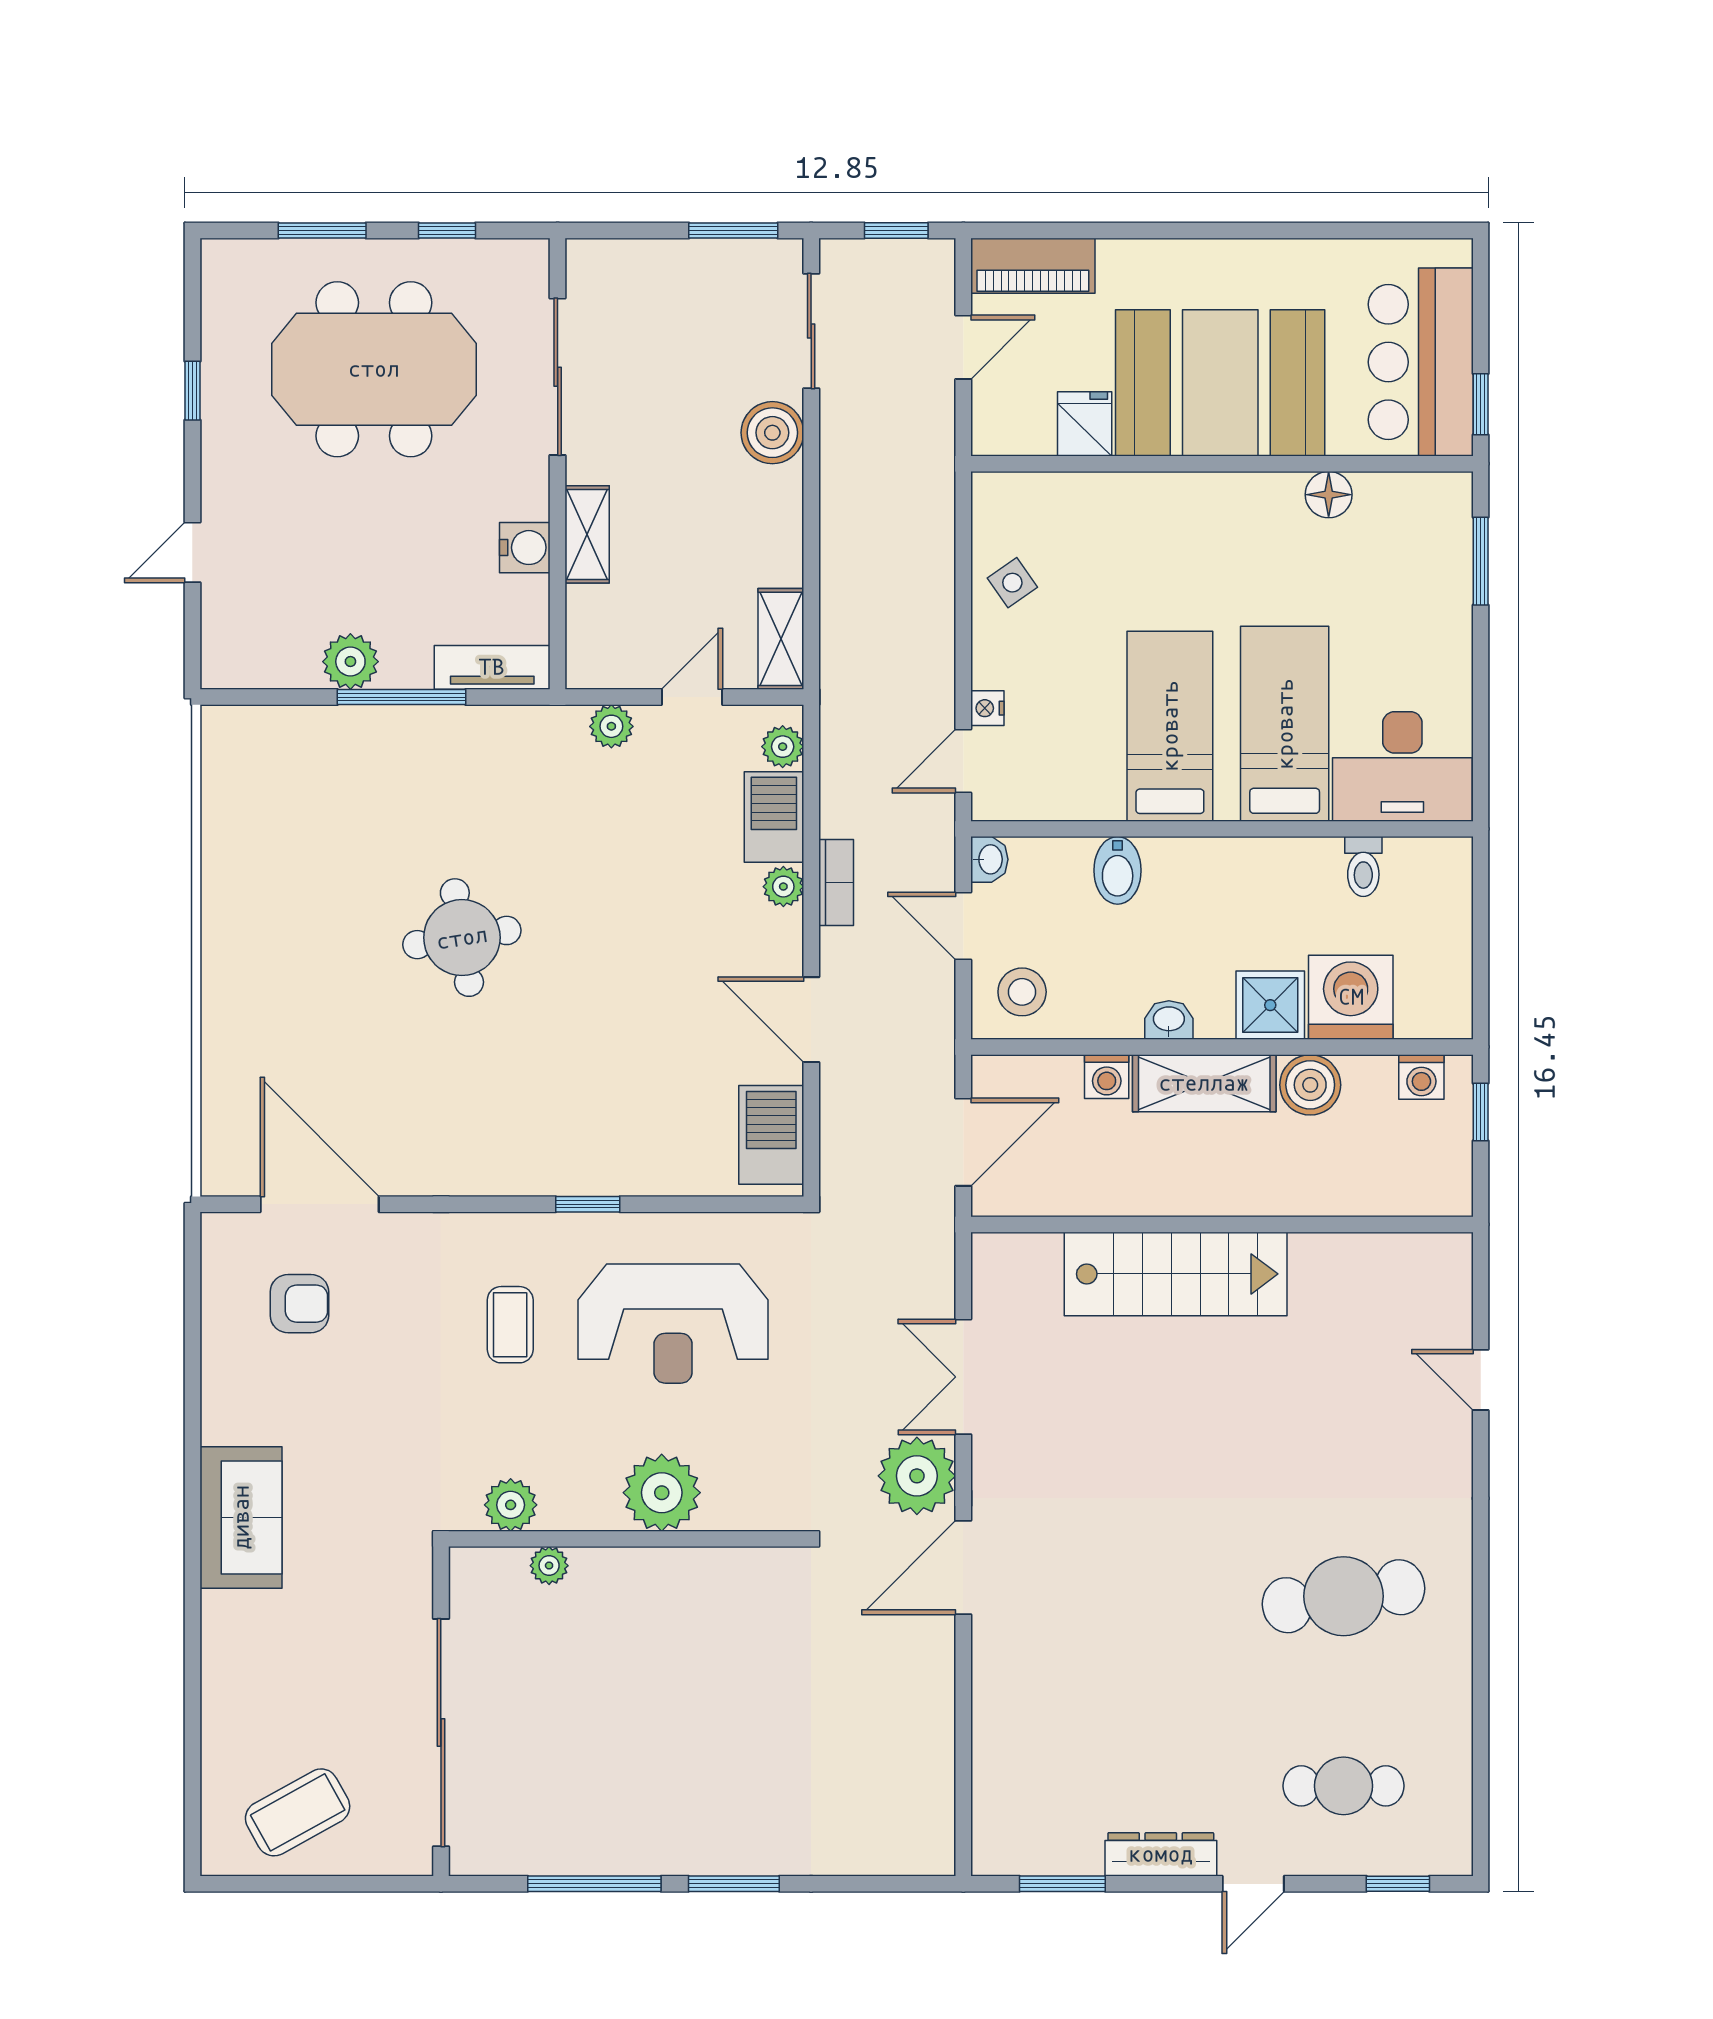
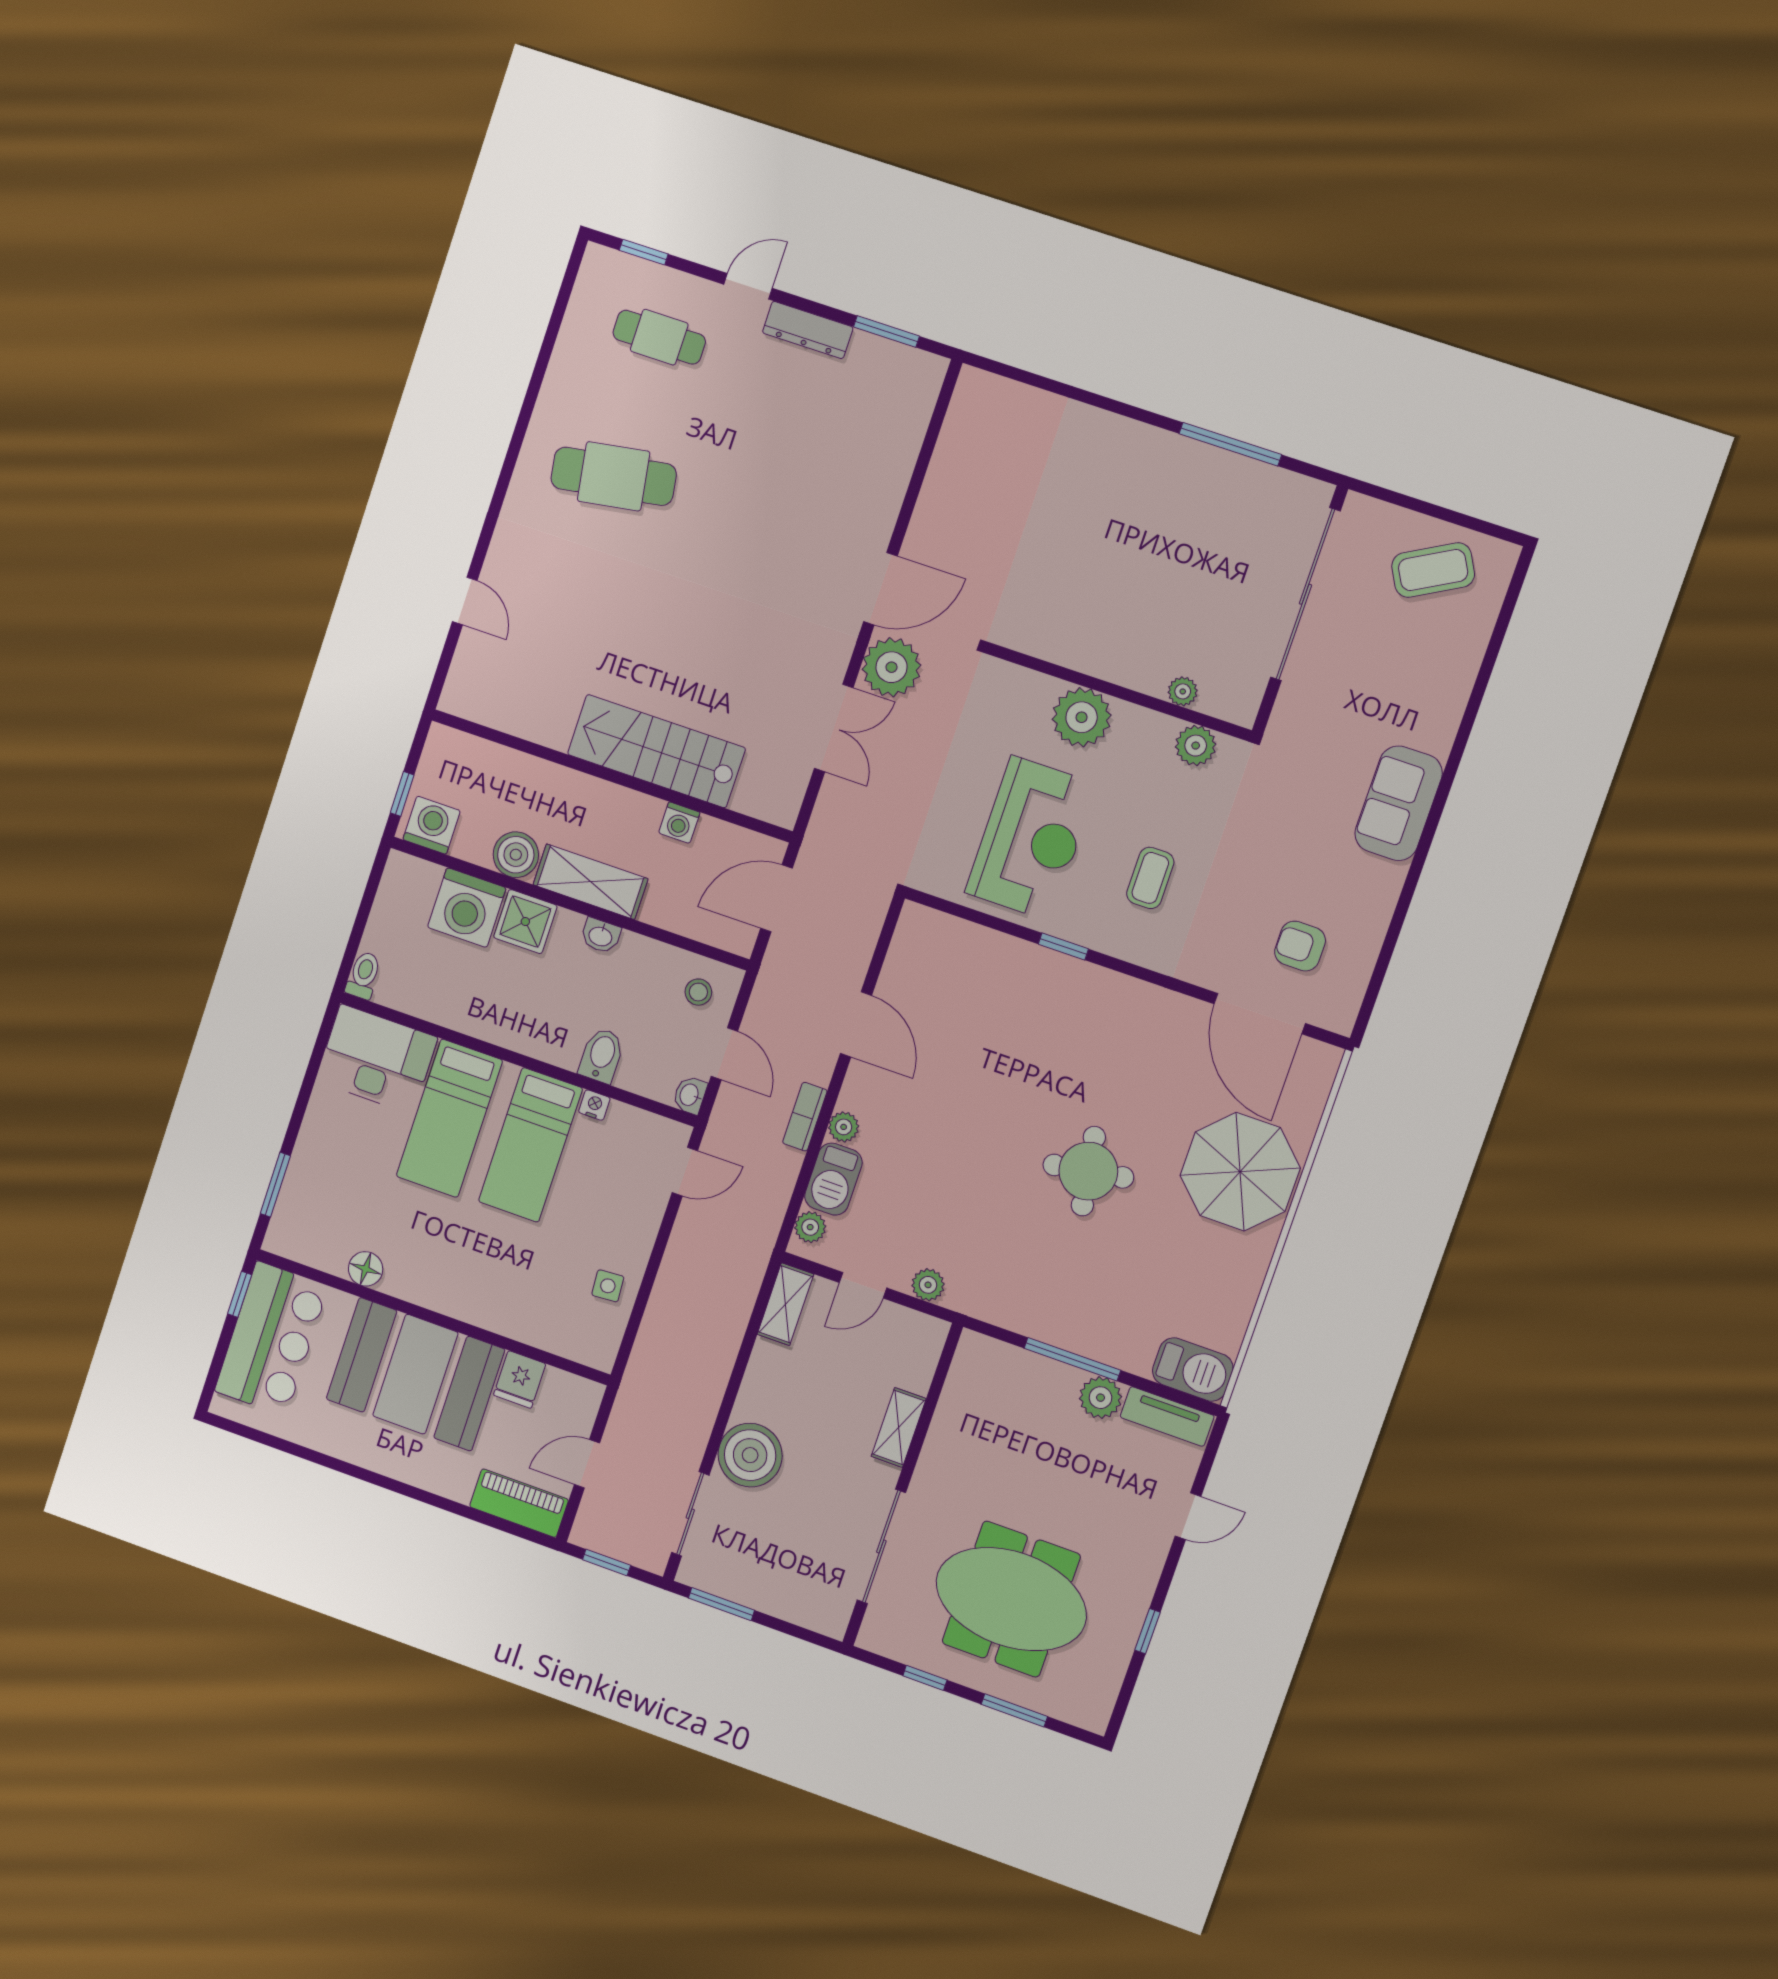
boiler: (772, 433) -> (750, 1455), width x1.37, depth x1.37
water cooler: (525, 548) -> (947, 1434), removed
side table: (1012, 583) -> (608, 1286), turned 31
tv unit: (492, 667) -> (1167, 1416), moved
nightstand: (987, 708) -> (594, 1105), moved, turned -90
toilet: (1363, 867) -> (364, 975), moved
stool: (1022, 992) -> (698, 992), width x0.73, depth x0.73
parasol: (276, 1002) -> (1240, 1172), added
washing machine: (1107, 1077) -> (679, 823), moved, turned 180
washing machine: (1421, 1077) -> (432, 825), width x1.38, depth x1.38
barbecue: (771, 1135) -> (1193, 1369), moved, turned -90
reception desk: (673, 1324) -> (1031, 838), turned 90
window: (734, 1884) -> (1127, 410), removed

